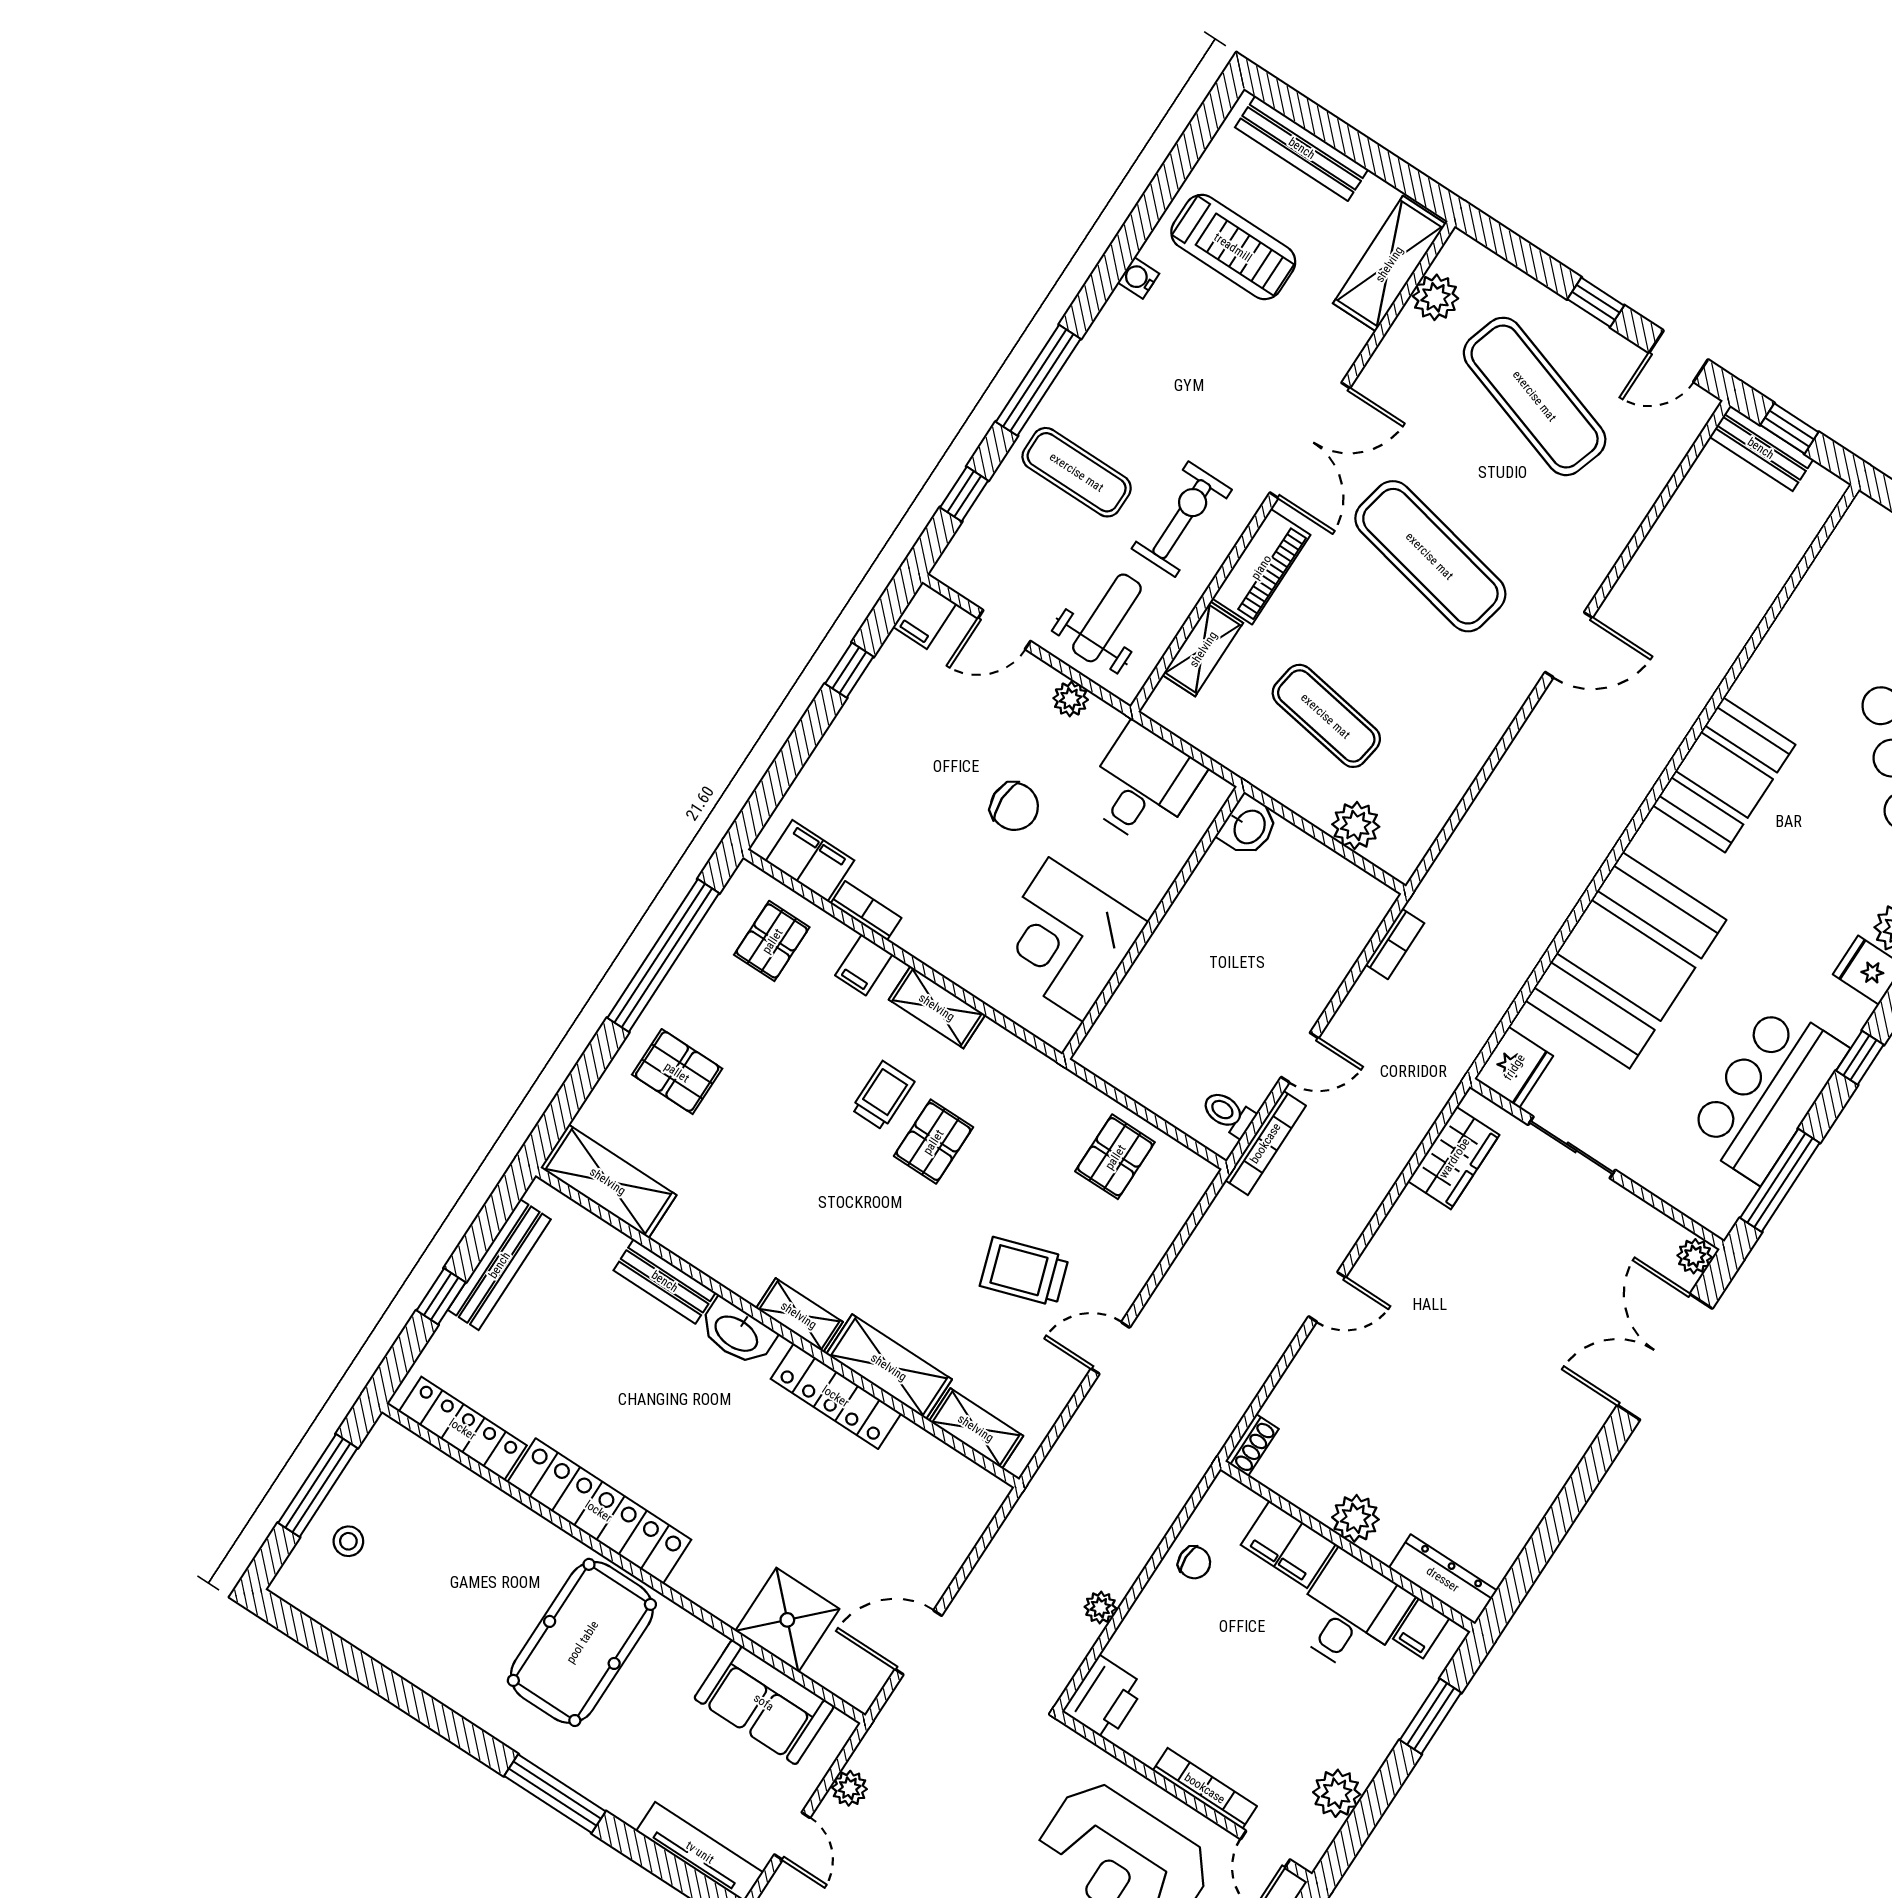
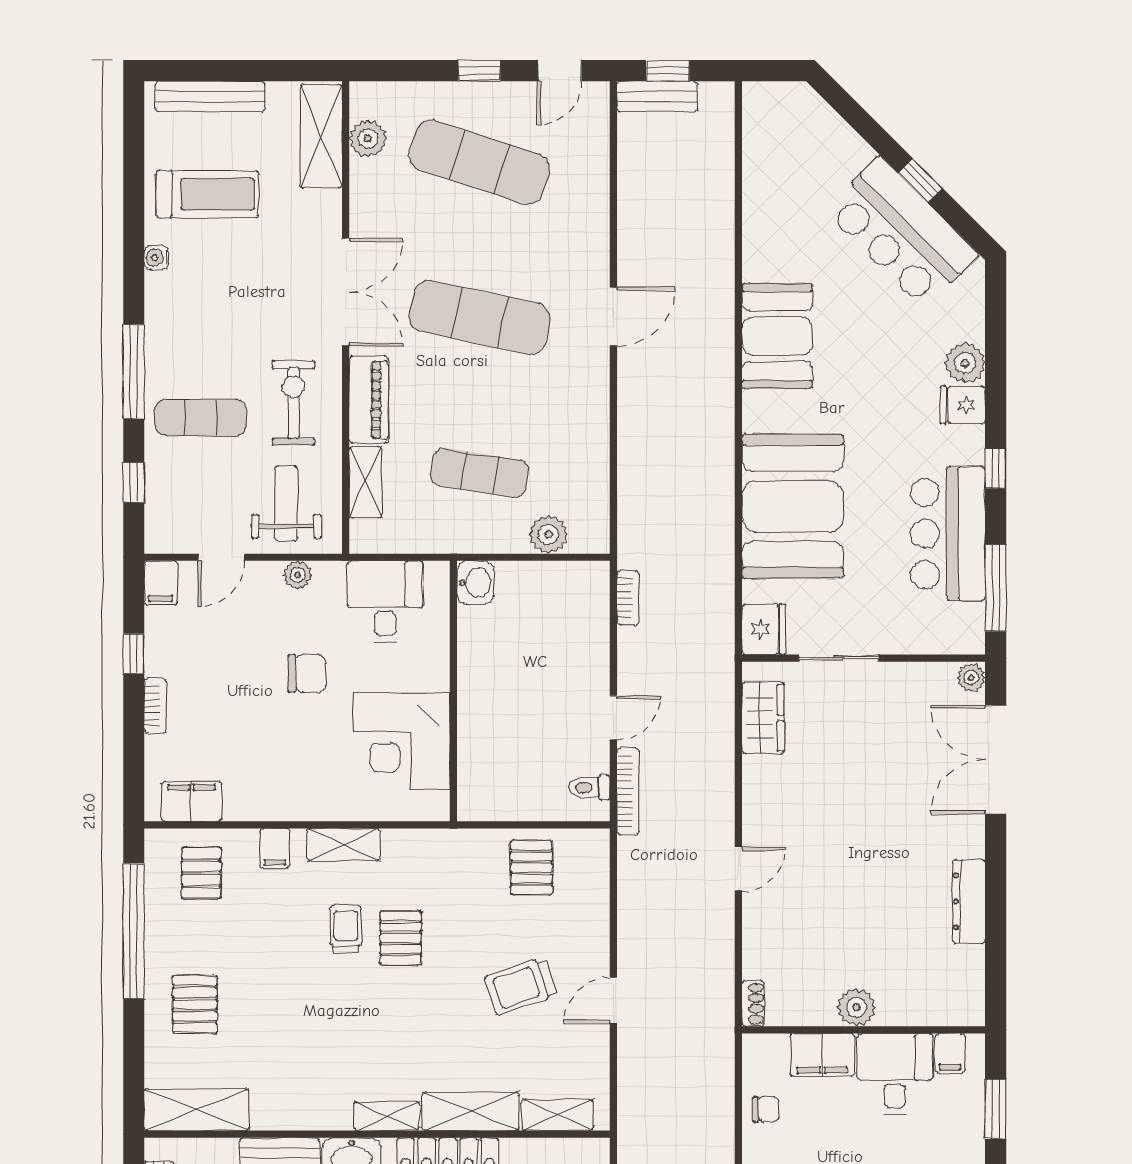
bookcase: (866, 911) -> (155, 706), moved, turned 90
pallet: (677, 1072) -> (195, 1004), turned 90
dresser: (1443, 1579) -> (969, 901), moved, turned -90

